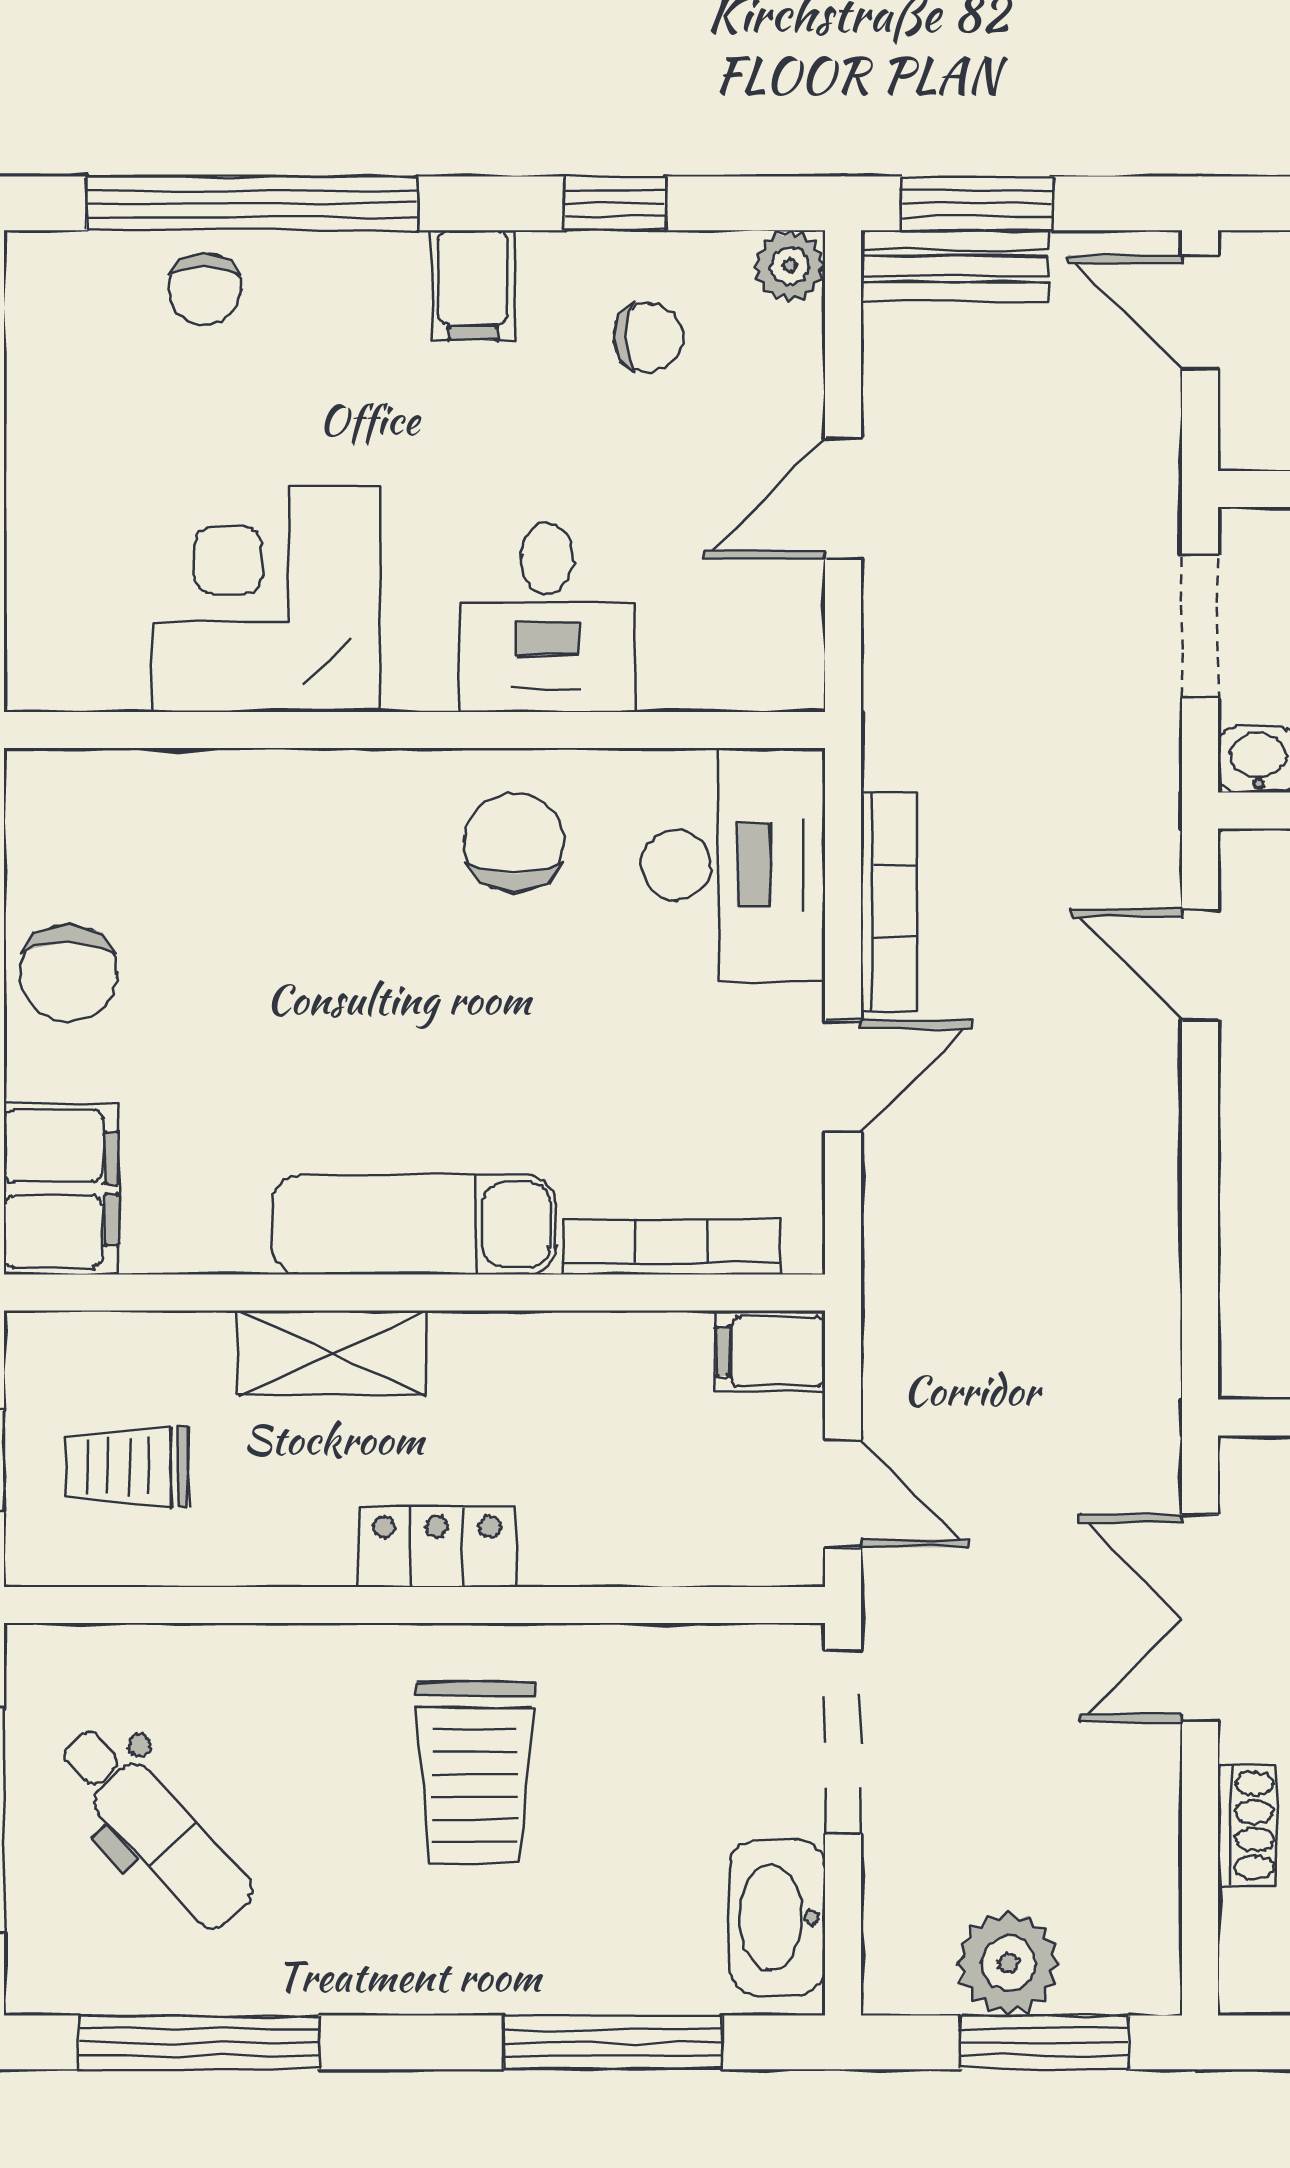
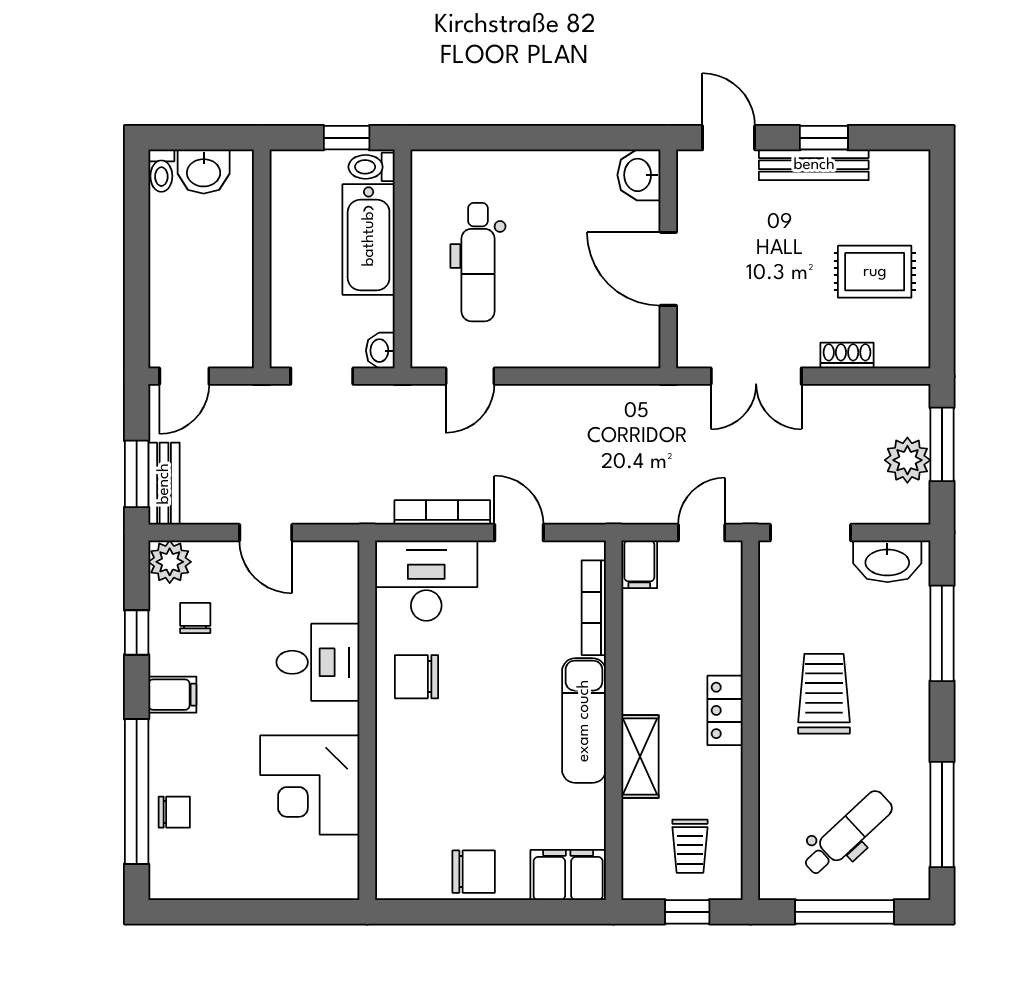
plant: (789, 266) -> (170, 562), width x1.38, depth x1.38
trolley: (475, 1773) -> (824, 694), turned -90

